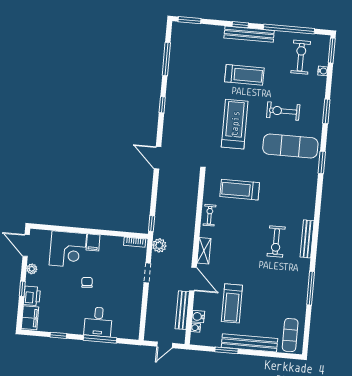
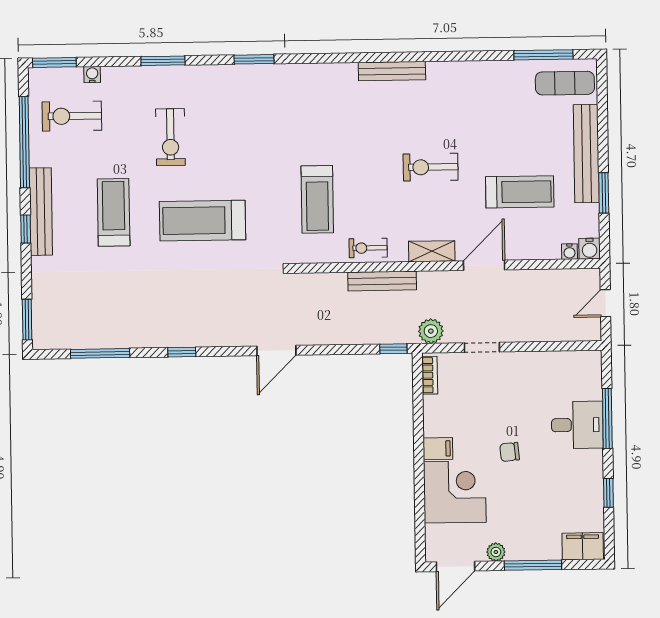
exercise mat: (290, 146) -> (231, 118), removed
exercise bike: (276, 242) -> (431, 167), moved, turned 180
window: (311, 288) -> (543, 55), moved
window: (22, 289) -> (533, 565), width x2.17
printer: (32, 296) -> (544, 547), removed
bench: (182, 310) -> (382, 281), moved
water cooler: (198, 317) -> (590, 249), moved
door: (165, 345) -> (605, 303), swing flipped

